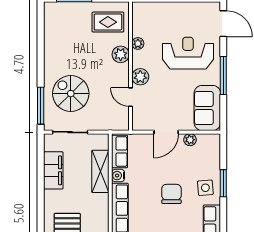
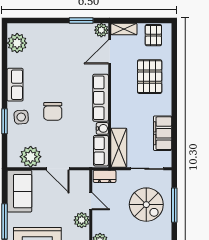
window: (41, 106) -> (174, 205), moved
dresser: (116, 124) -> (105, 176), added
door: (166, 132) -> (58, 169), swing flipped
plant: (190, 140) -> (31, 157), width x1.88, depth x1.88
shelving: (100, 171) -> (119, 148), moved

